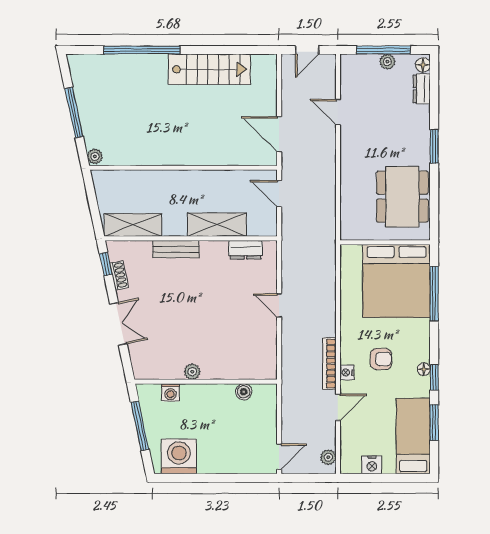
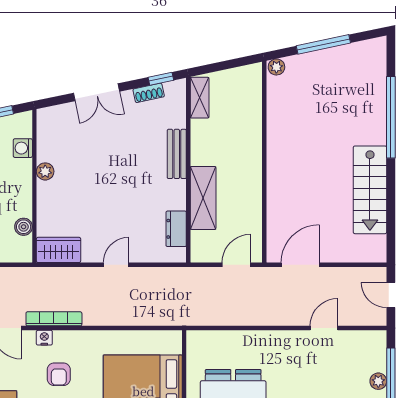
shelving: (133, 225) -> (200, 98), width x0.67, depth x0.75
wardrobe: (265, 359) -> (59, 250), added

